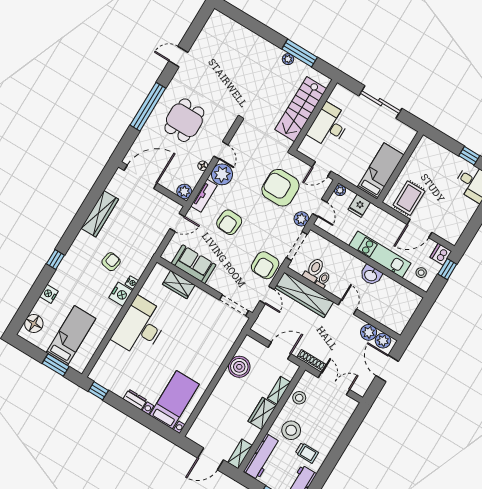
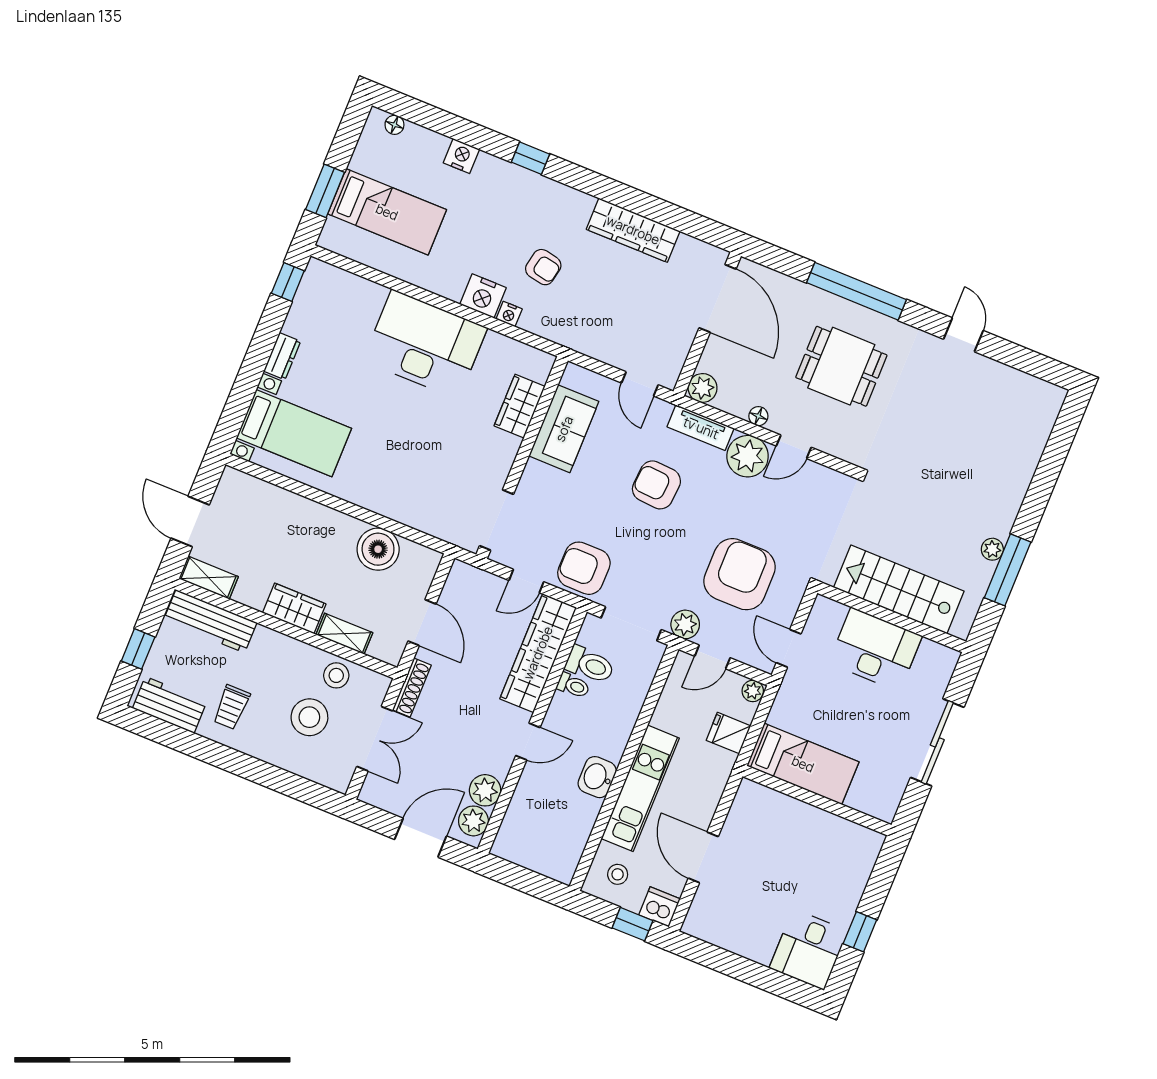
rug: (409, 198) -> (759, 828), removed
floor lamp: (34, 323) -> (394, 125), width x0.53, depth x0.53
stool: (291, 430) -> (309, 717), moved

